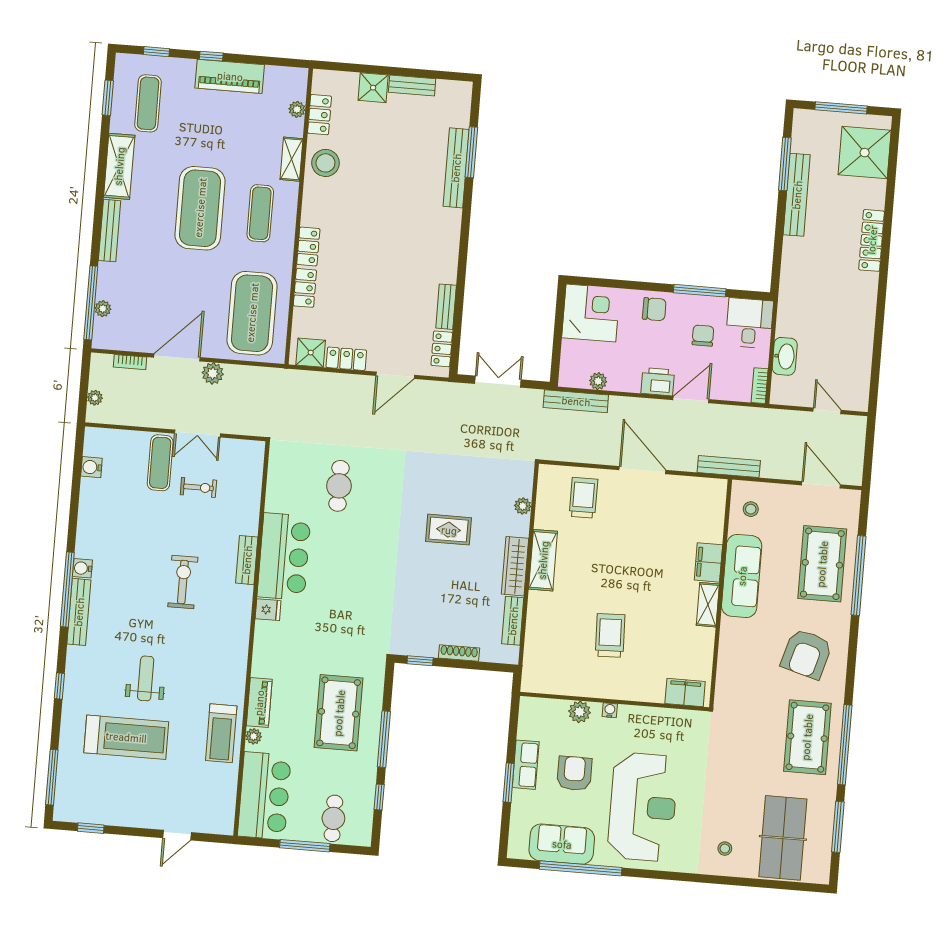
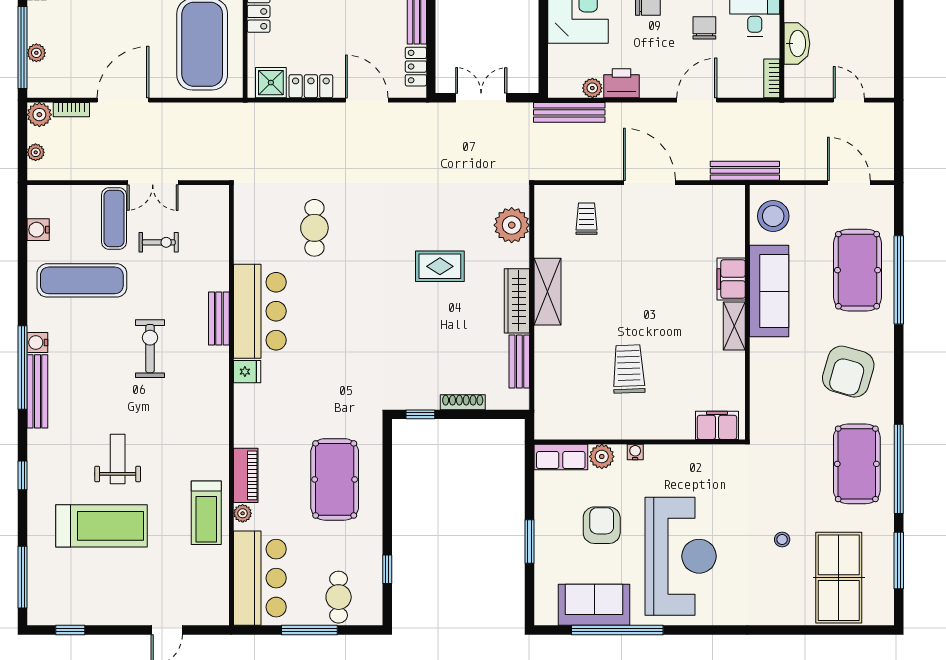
plant: (213, 373) -> (39, 115), moved
door: (395, 375) -> (367, 100), swing flipped
printer: (658, 382) -> (622, 83), moved
trolley: (583, 498) -> (587, 219), width x0.73, depth x0.72
plant: (523, 506) -> (512, 225), width x1.87, depth x1.87
stool: (751, 509) -> (773, 216), width x1.89, depth x1.89
exercise mat: (127, 516) -> (82, 280), added
window: (384, 739) -> (387, 505), removed
row of seats: (526, 765) -> (561, 457), moved, turned 90
stool: (725, 849) -> (782, 539), moved

